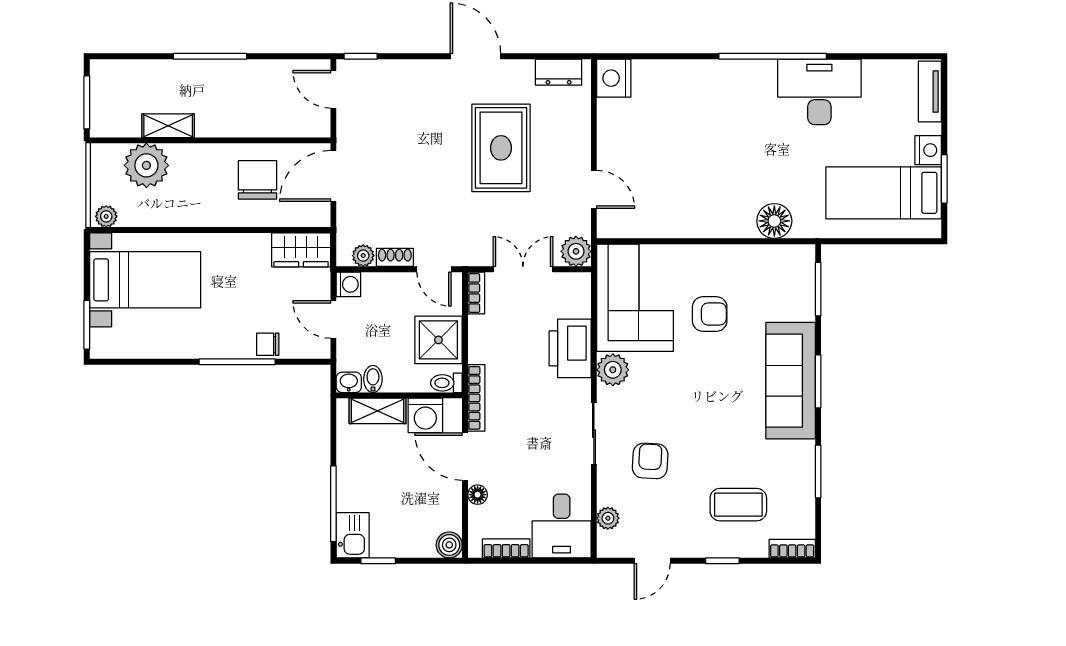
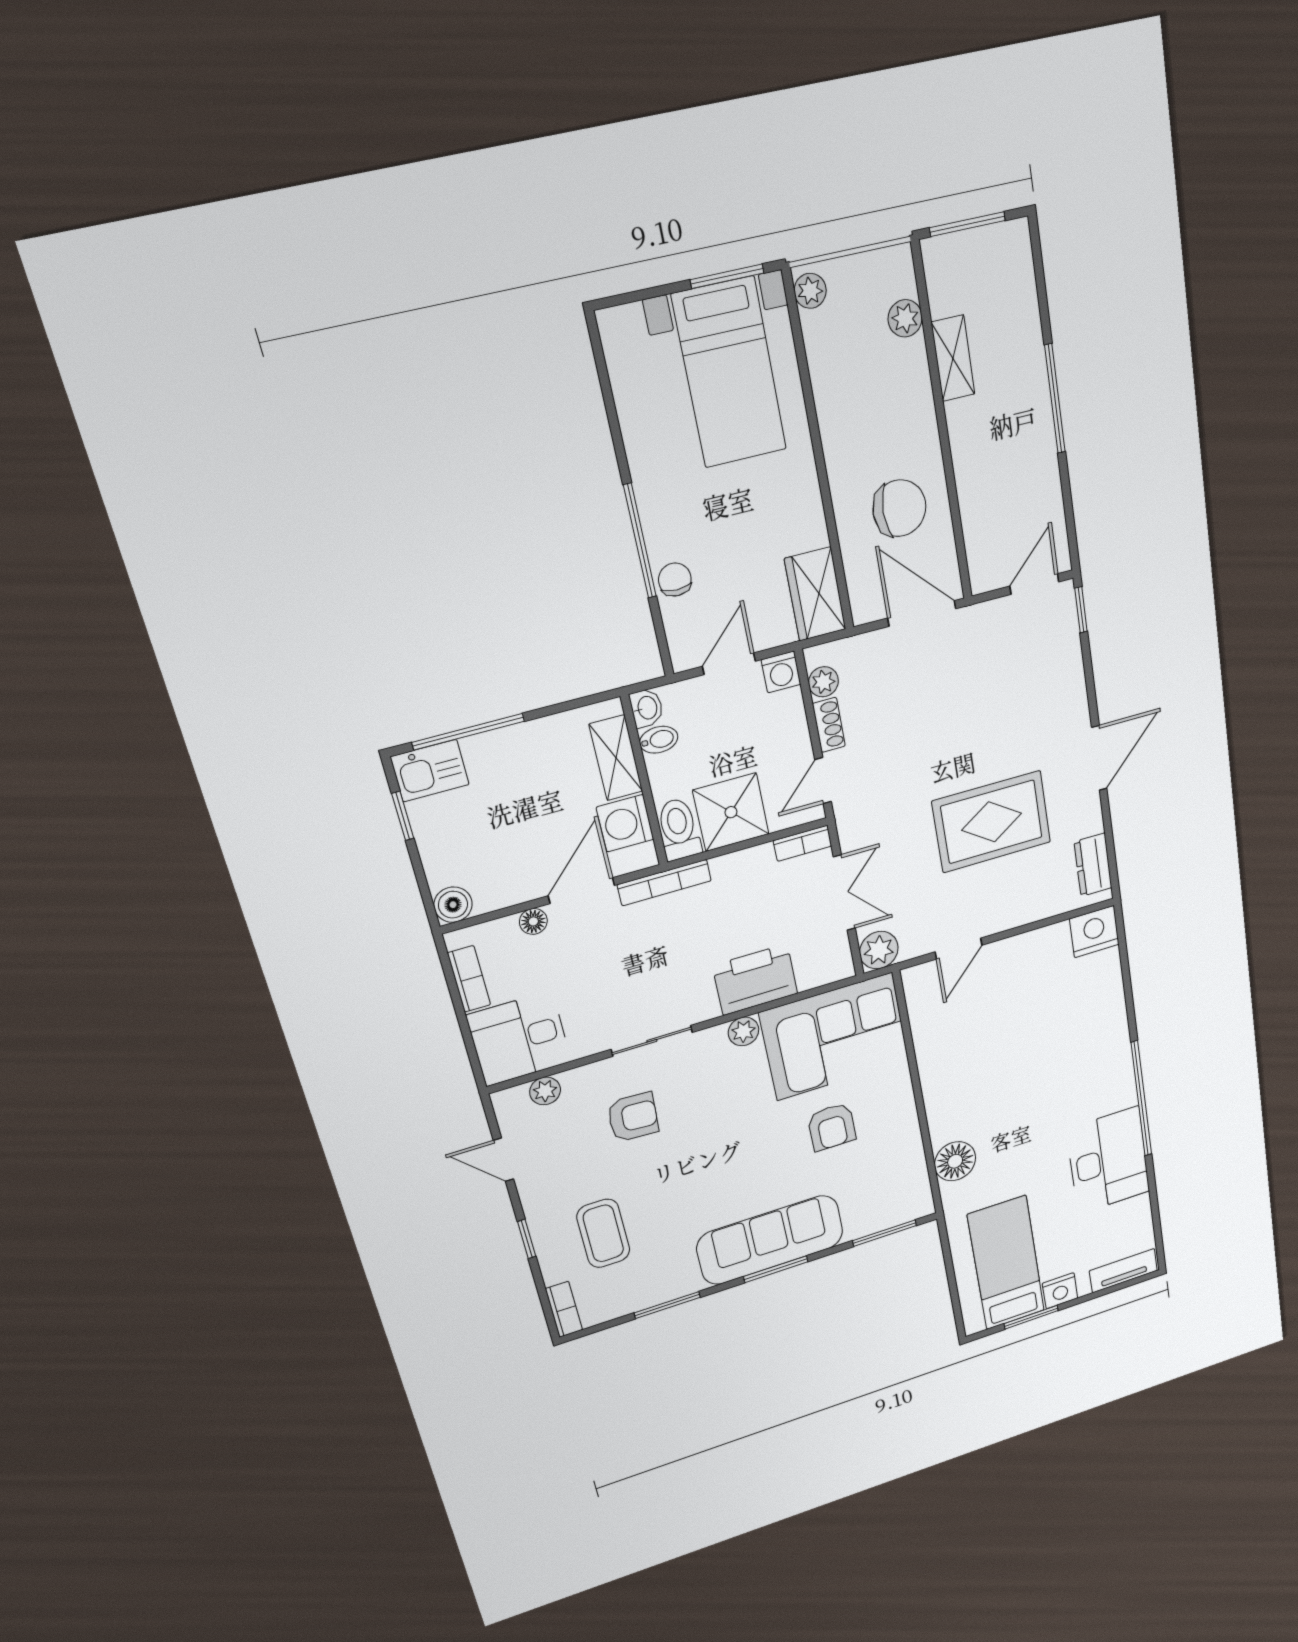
plant: (146, 165) -> (905, 318), width x0.53, depth x0.53
window: (87, 325) -> (727, 276), moved
plant: (613, 370) -> (743, 1031), width x0.73, depth x0.73
toilet: (446, 383) -> (679, 829), width x1.37, depth x1.39

